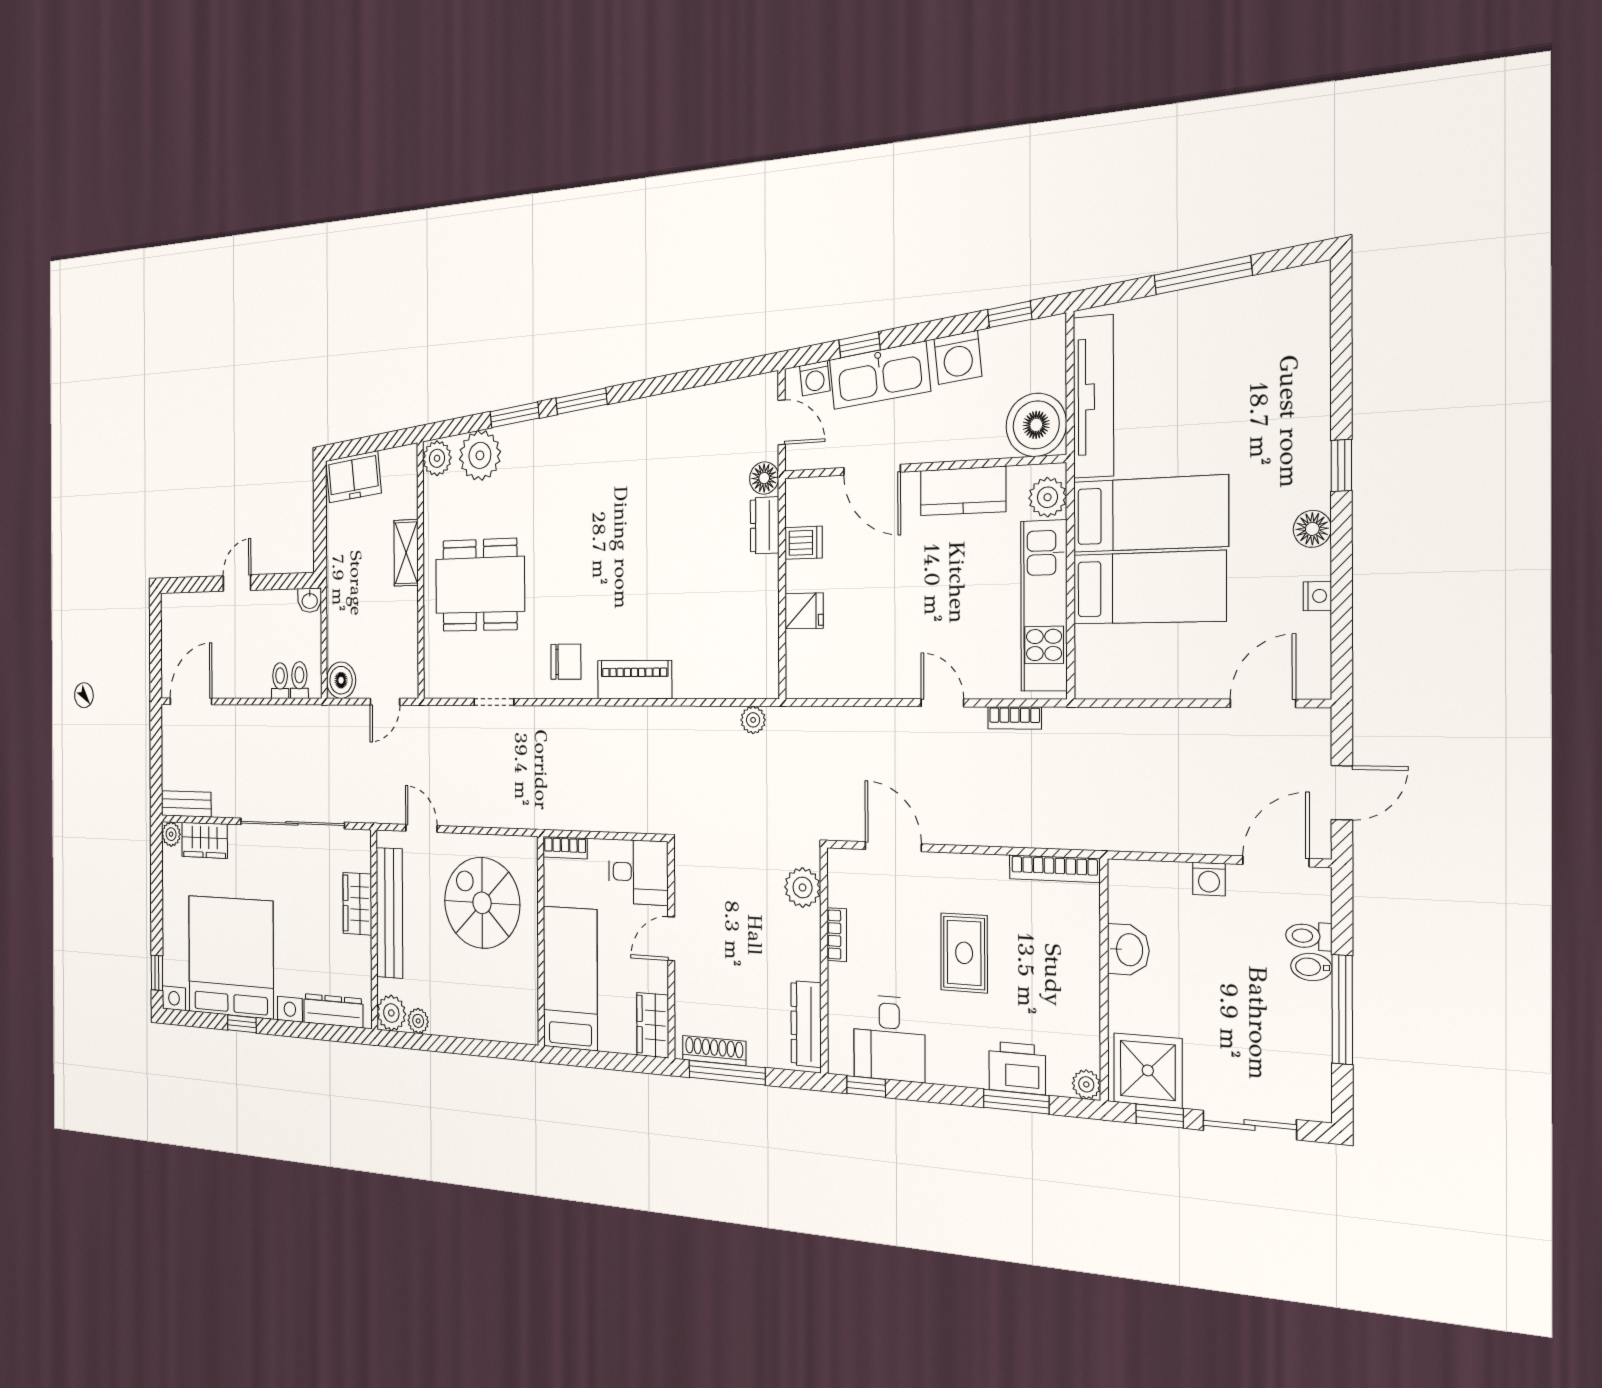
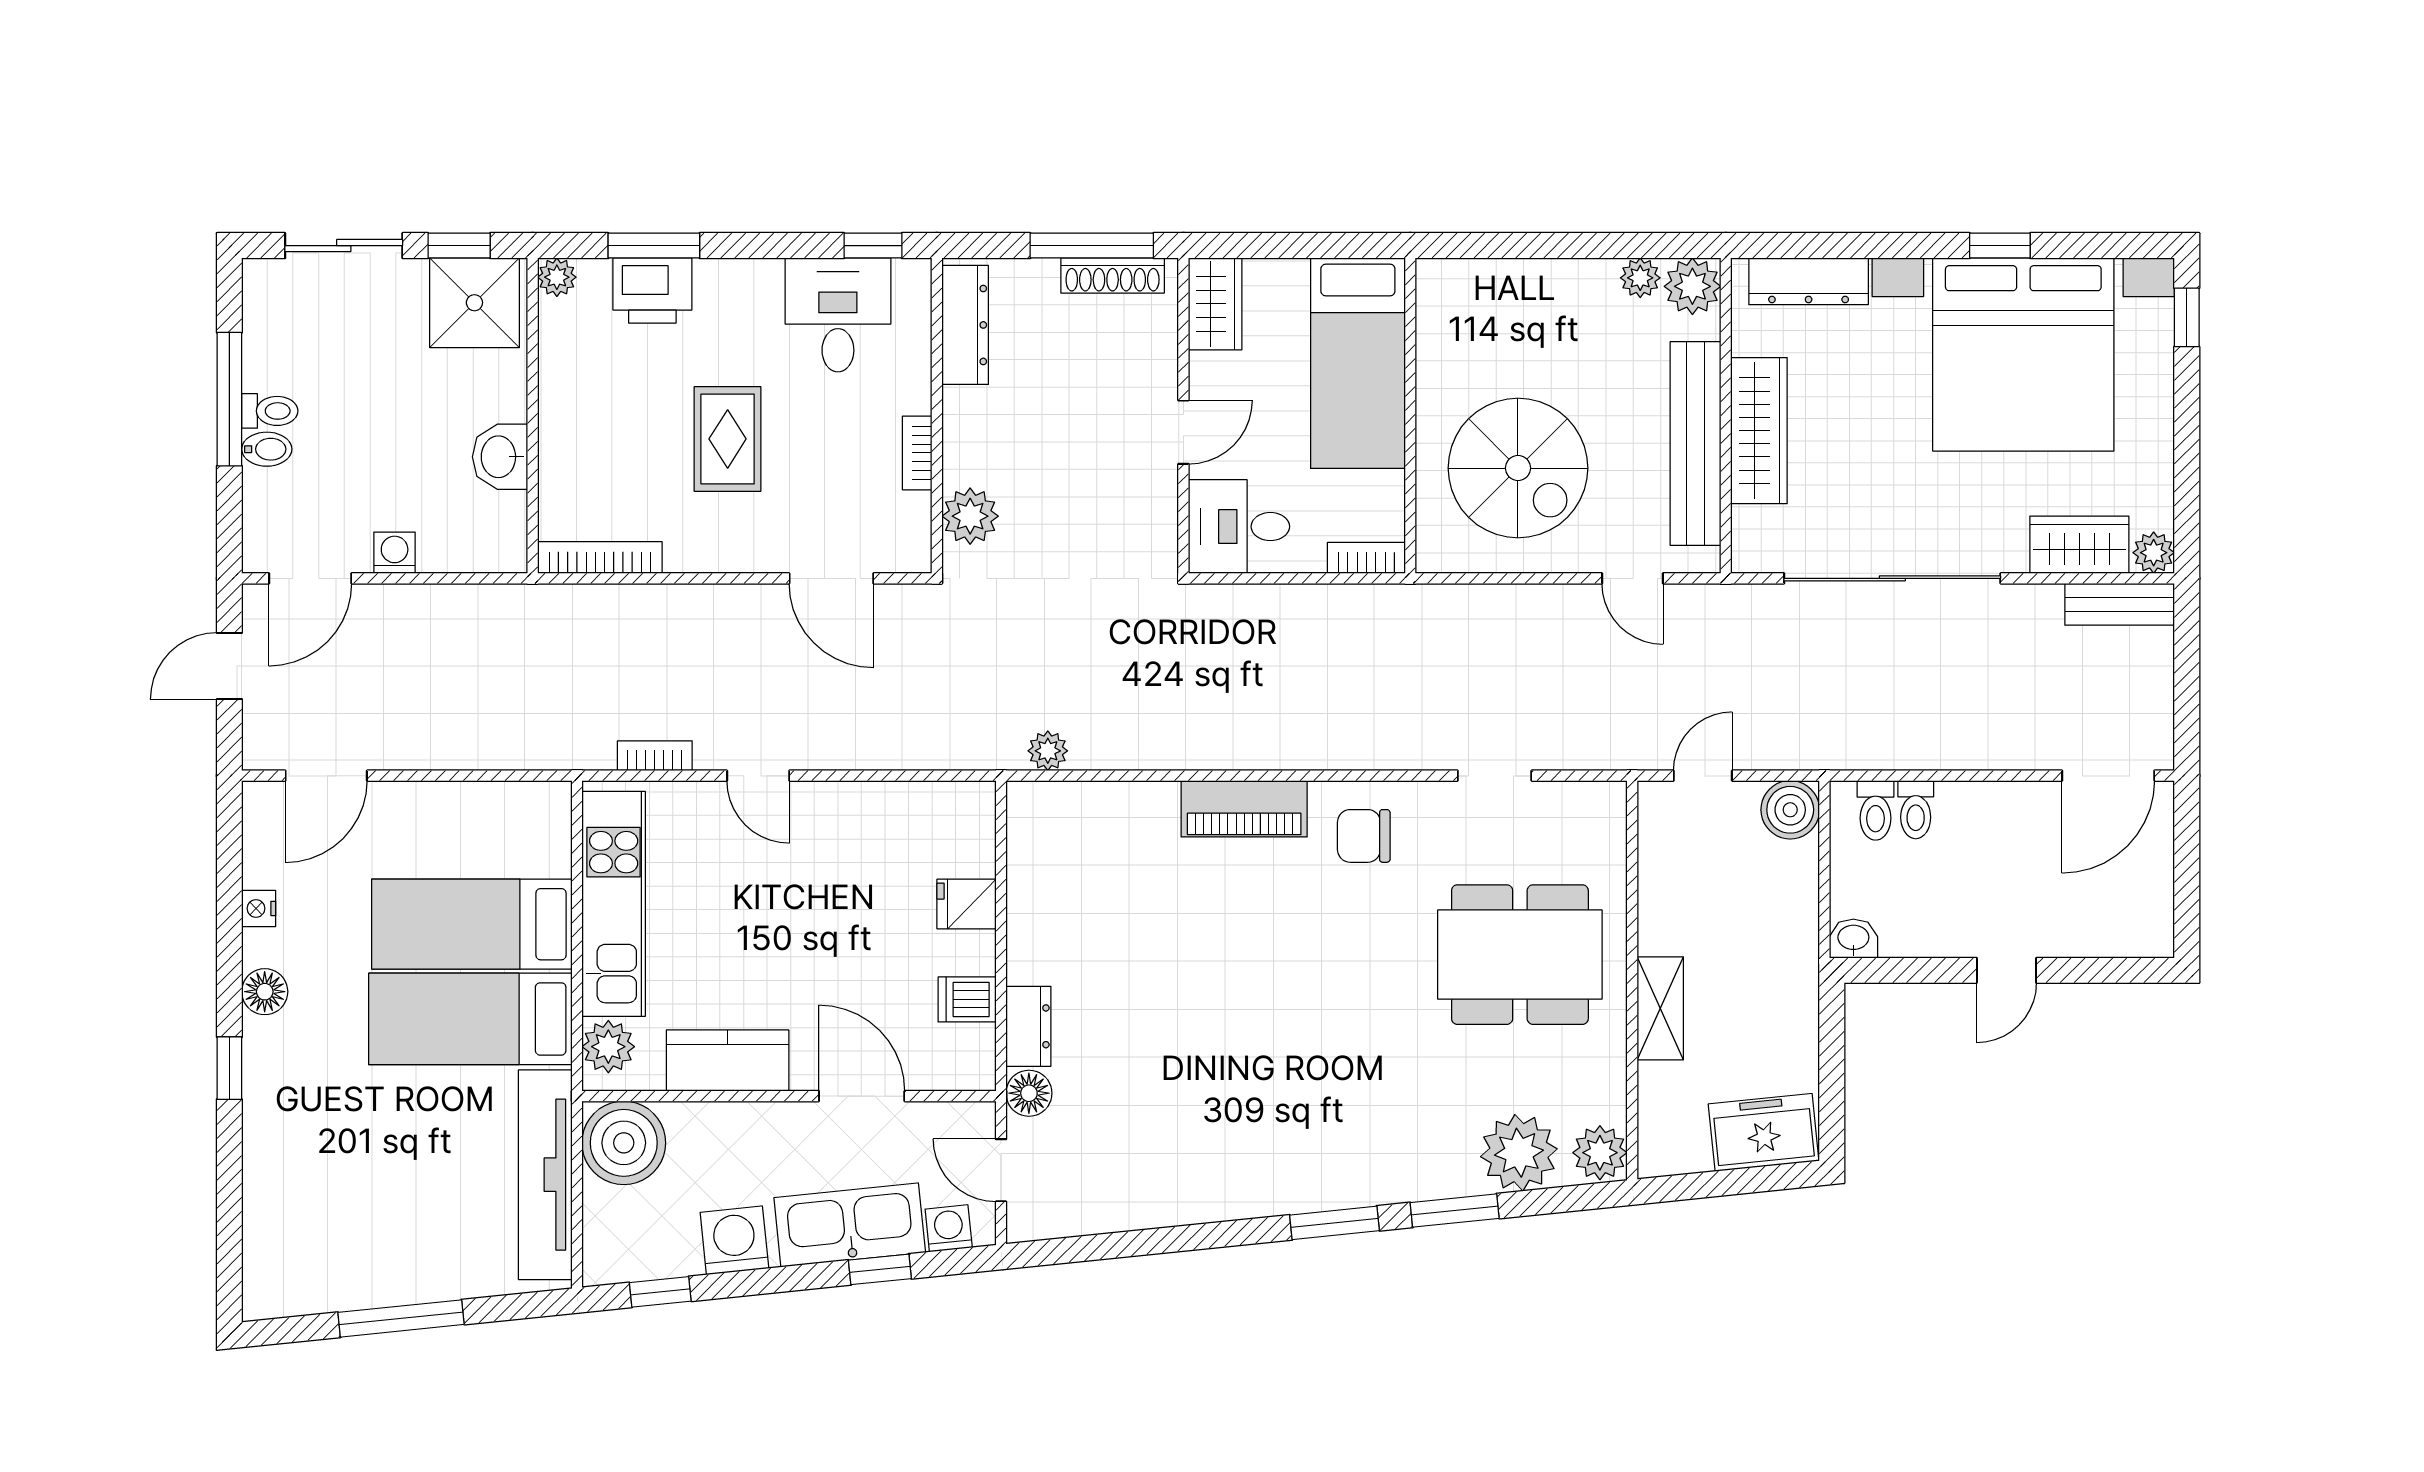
wardrobe: (357, 904) -> (1759, 431), width x1.50
toilet: (1309, 936) -> (270, 411), moved

